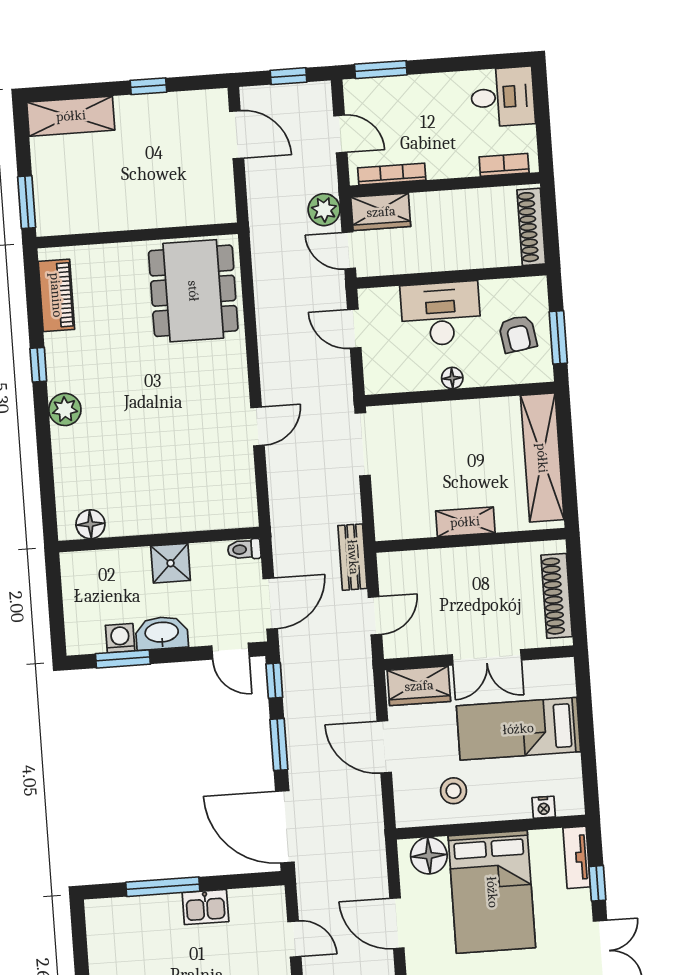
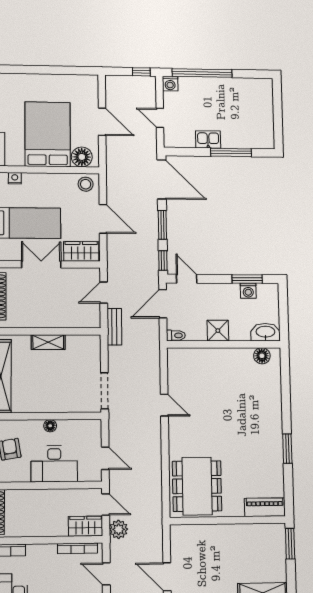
piano: (56, 295) -> (265, 507), moved, turned 90
window: (38, 365) -> (287, 449), width x1.50
plant: (65, 409) -> (273, 422), removed
door: (258, 426) -> (164, 405), swing flipped
washbasin: (162, 633) -> (265, 332), moved, turned 180
stool: (453, 791) -> (86, 184), moved

